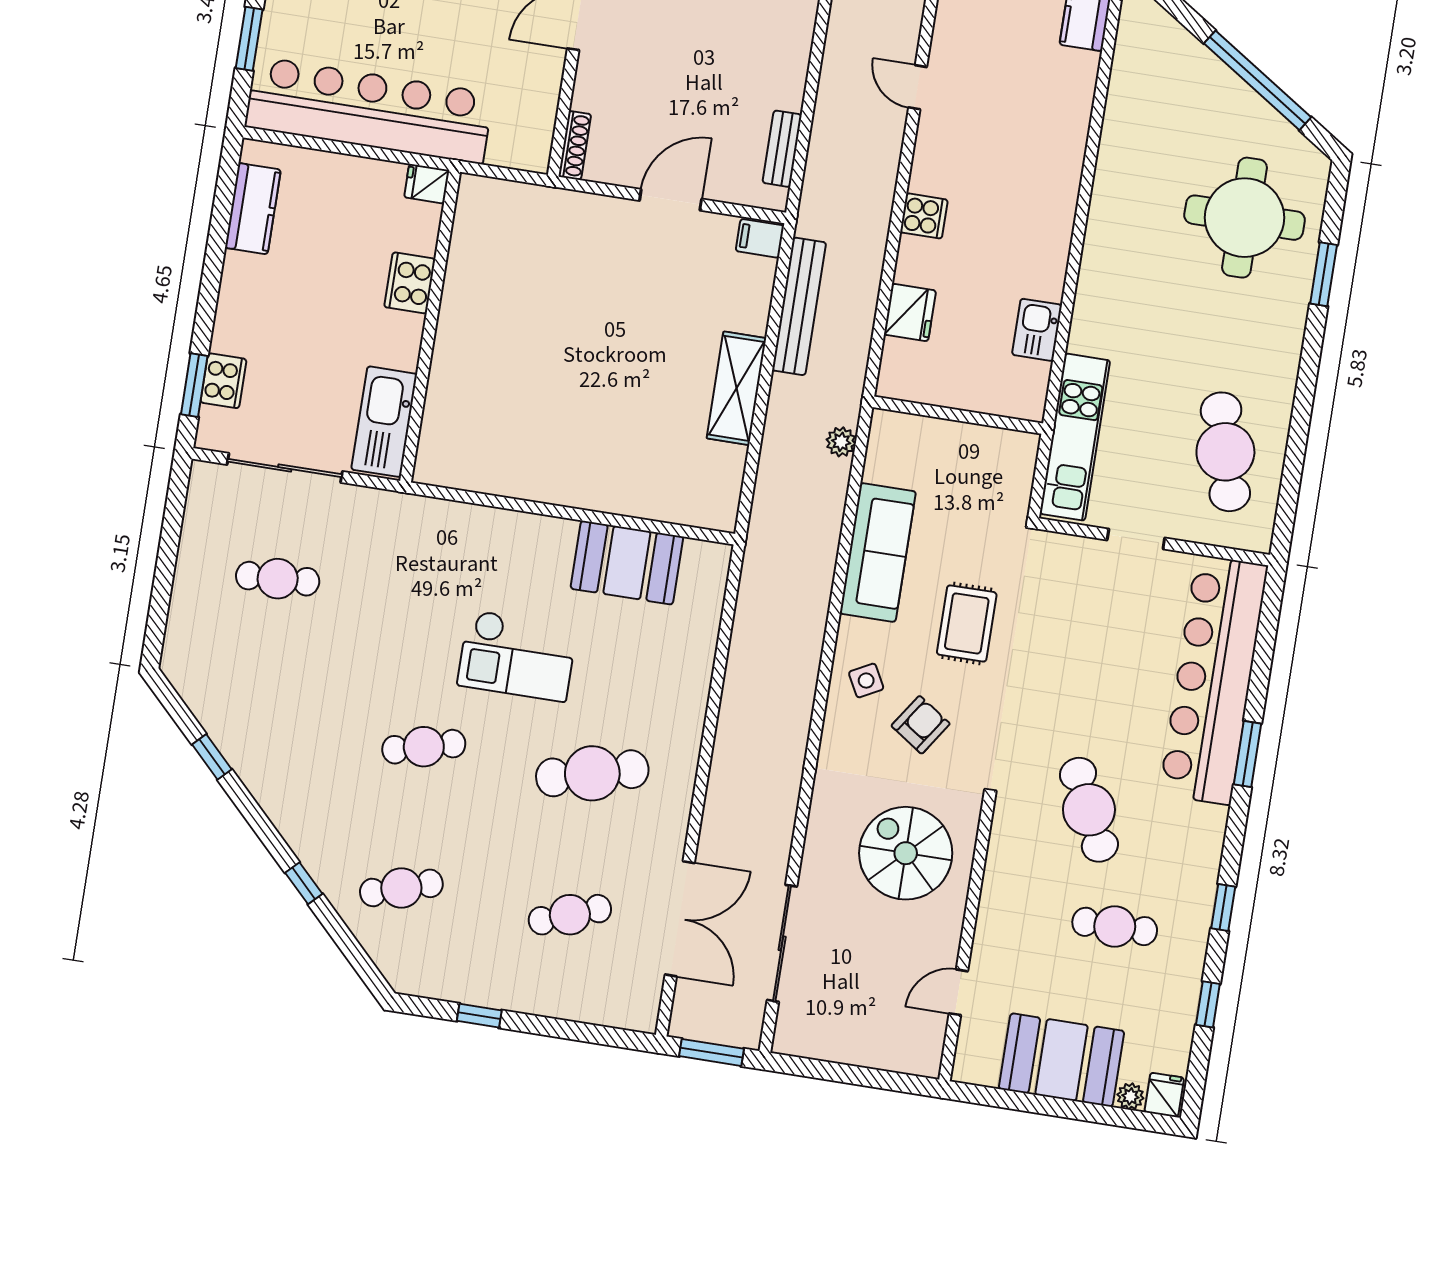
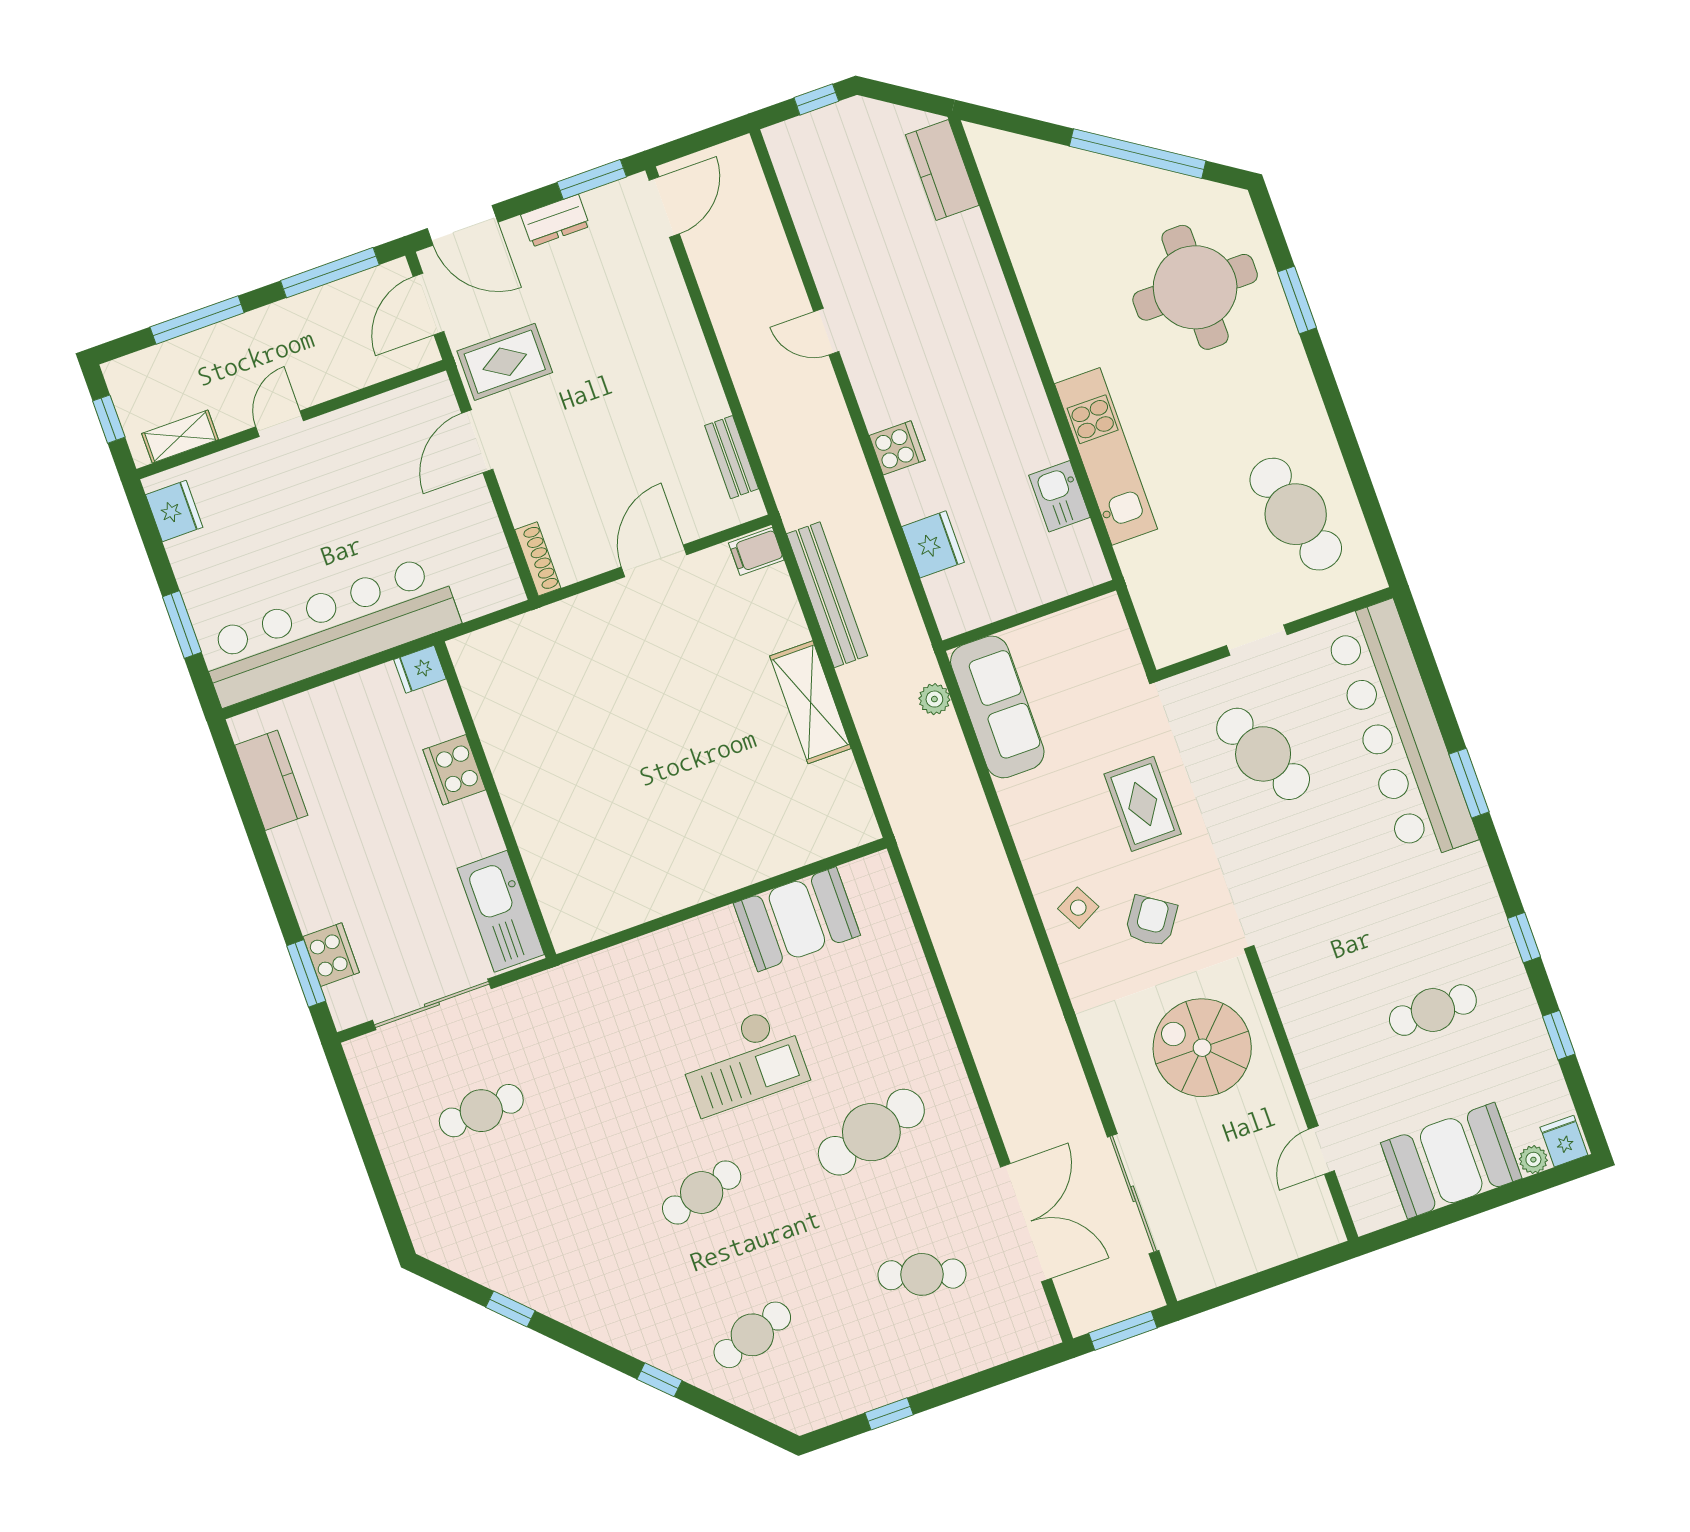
kitchen unit: (1075, 437) -> (1106, 456), moved
sofa: (878, 552) -> (997, 707), moved
cafe table: (1089, 810) -> (1263, 754), moved
cafe table: (570, 915) -> (922, 1274), turned 39

